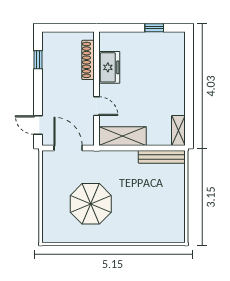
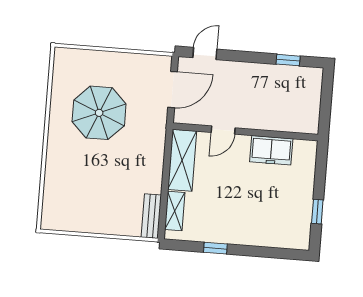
shoe rack: (88, 60) -> (283, 124), removed
window: (189, 105) -> (215, 248), added
shelving: (178, 131) -> (175, 211), moved, turned 90
bench: (162, 157) -> (151, 216), width x0.73

